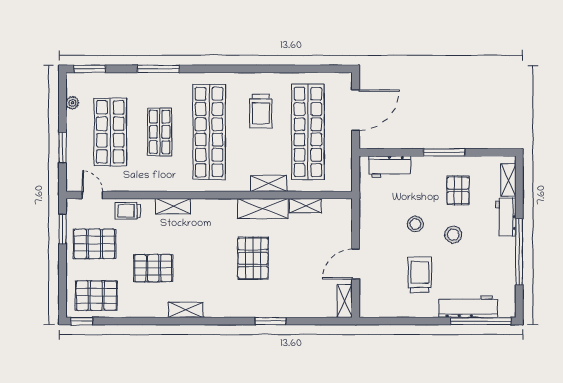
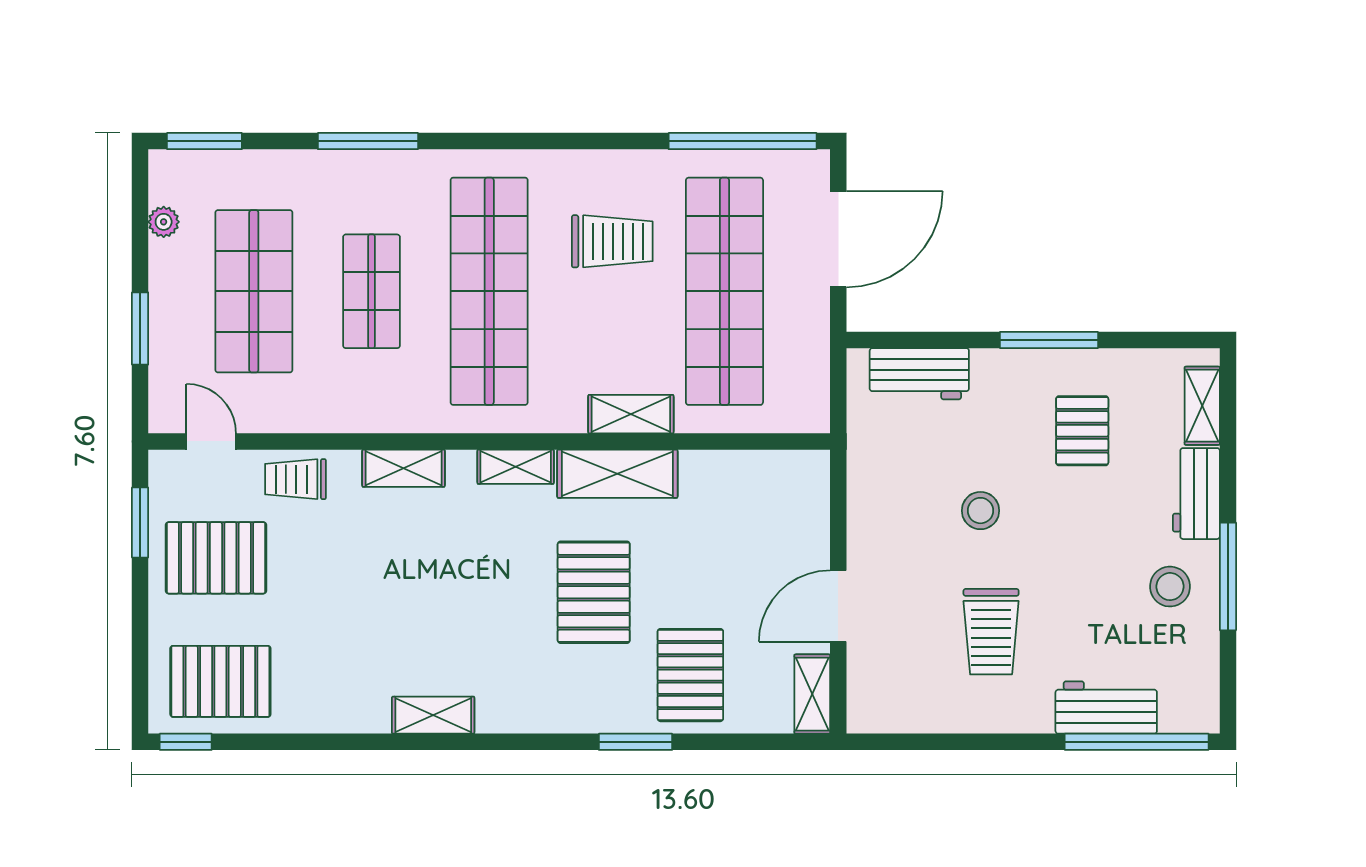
window: (315, 69) -> (743, 141), added
trolley: (261, 111) -> (612, 241), turned -90
shelving: (306, 206) -> (516, 467), moved
stool: (453, 235) -> (1170, 587), moved
window: (519, 252) -> (1228, 576), width x0.68
pallet: (153, 268) -> (690, 675), moved, turned 90
trolley: (420, 275) -> (991, 632), turned 180
workbench: (468, 307) -> (1106, 708), width x0.73

